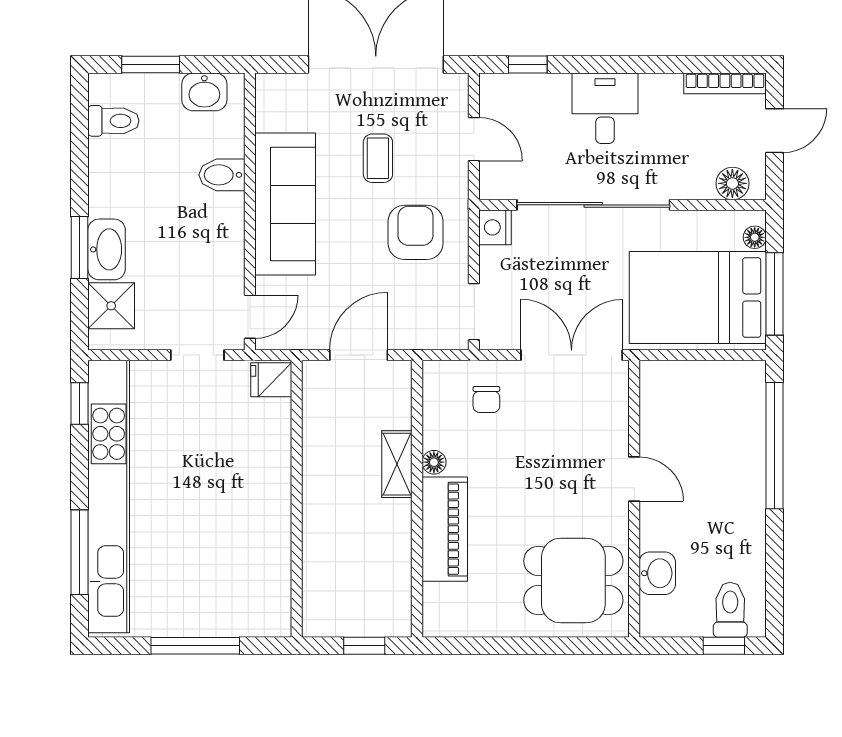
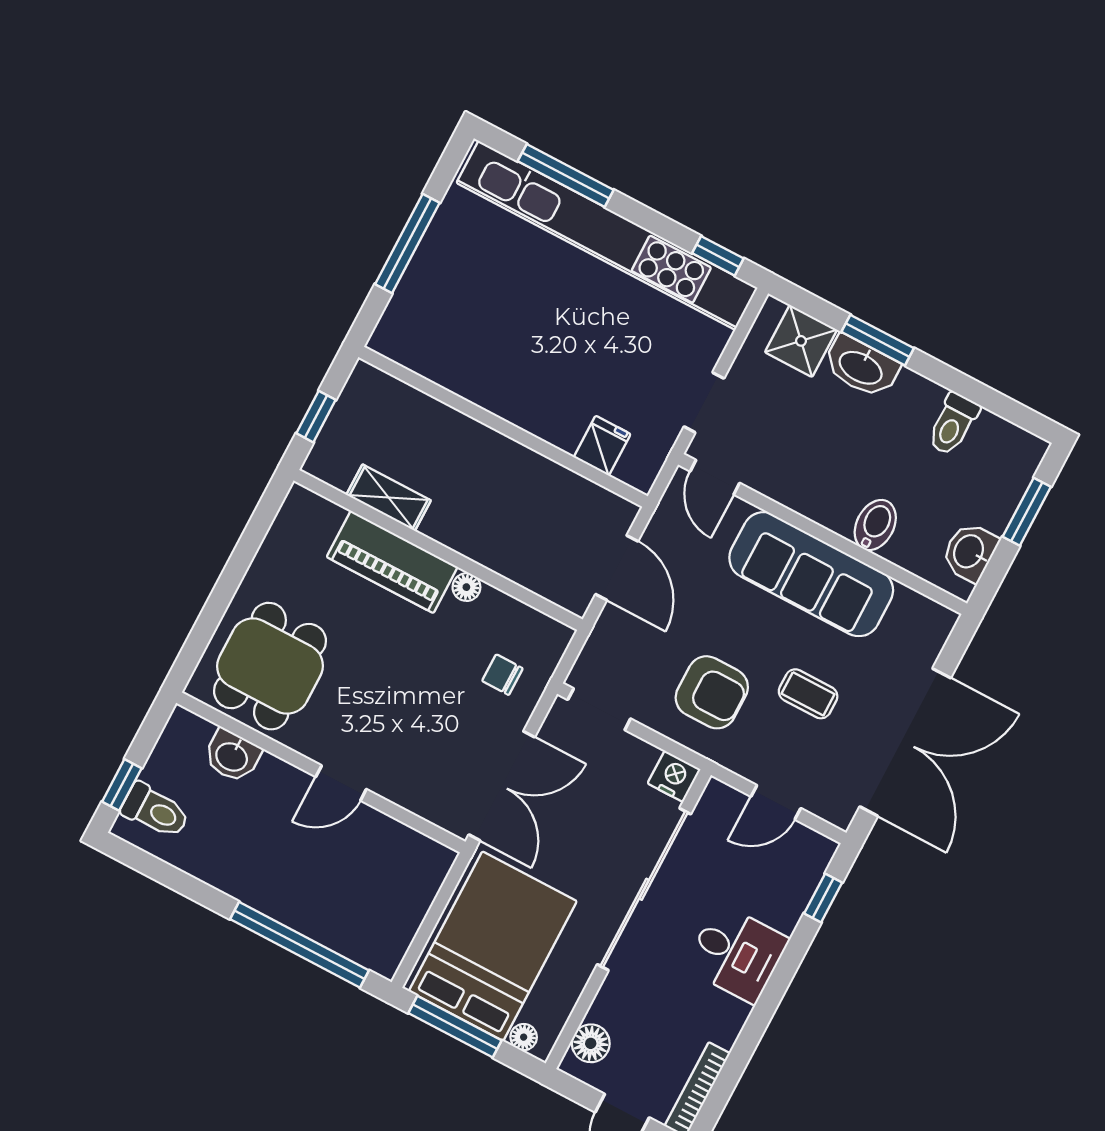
toilet: (113, 121) -> (953, 424), moved
fridge: (271, 380) -> (602, 446), moved
shelving: (397, 464) -> (389, 498), moved

